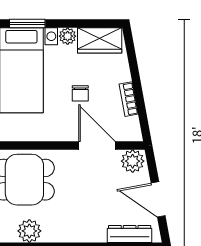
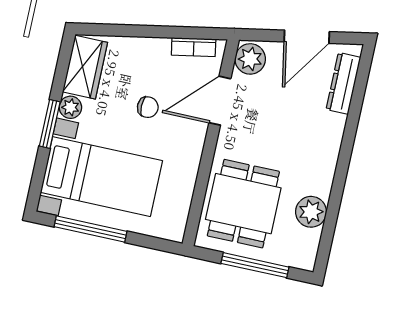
window: (27, 24) -> (50, 124), moved
bookcase: (129, 99) -> (194, 47), moved

